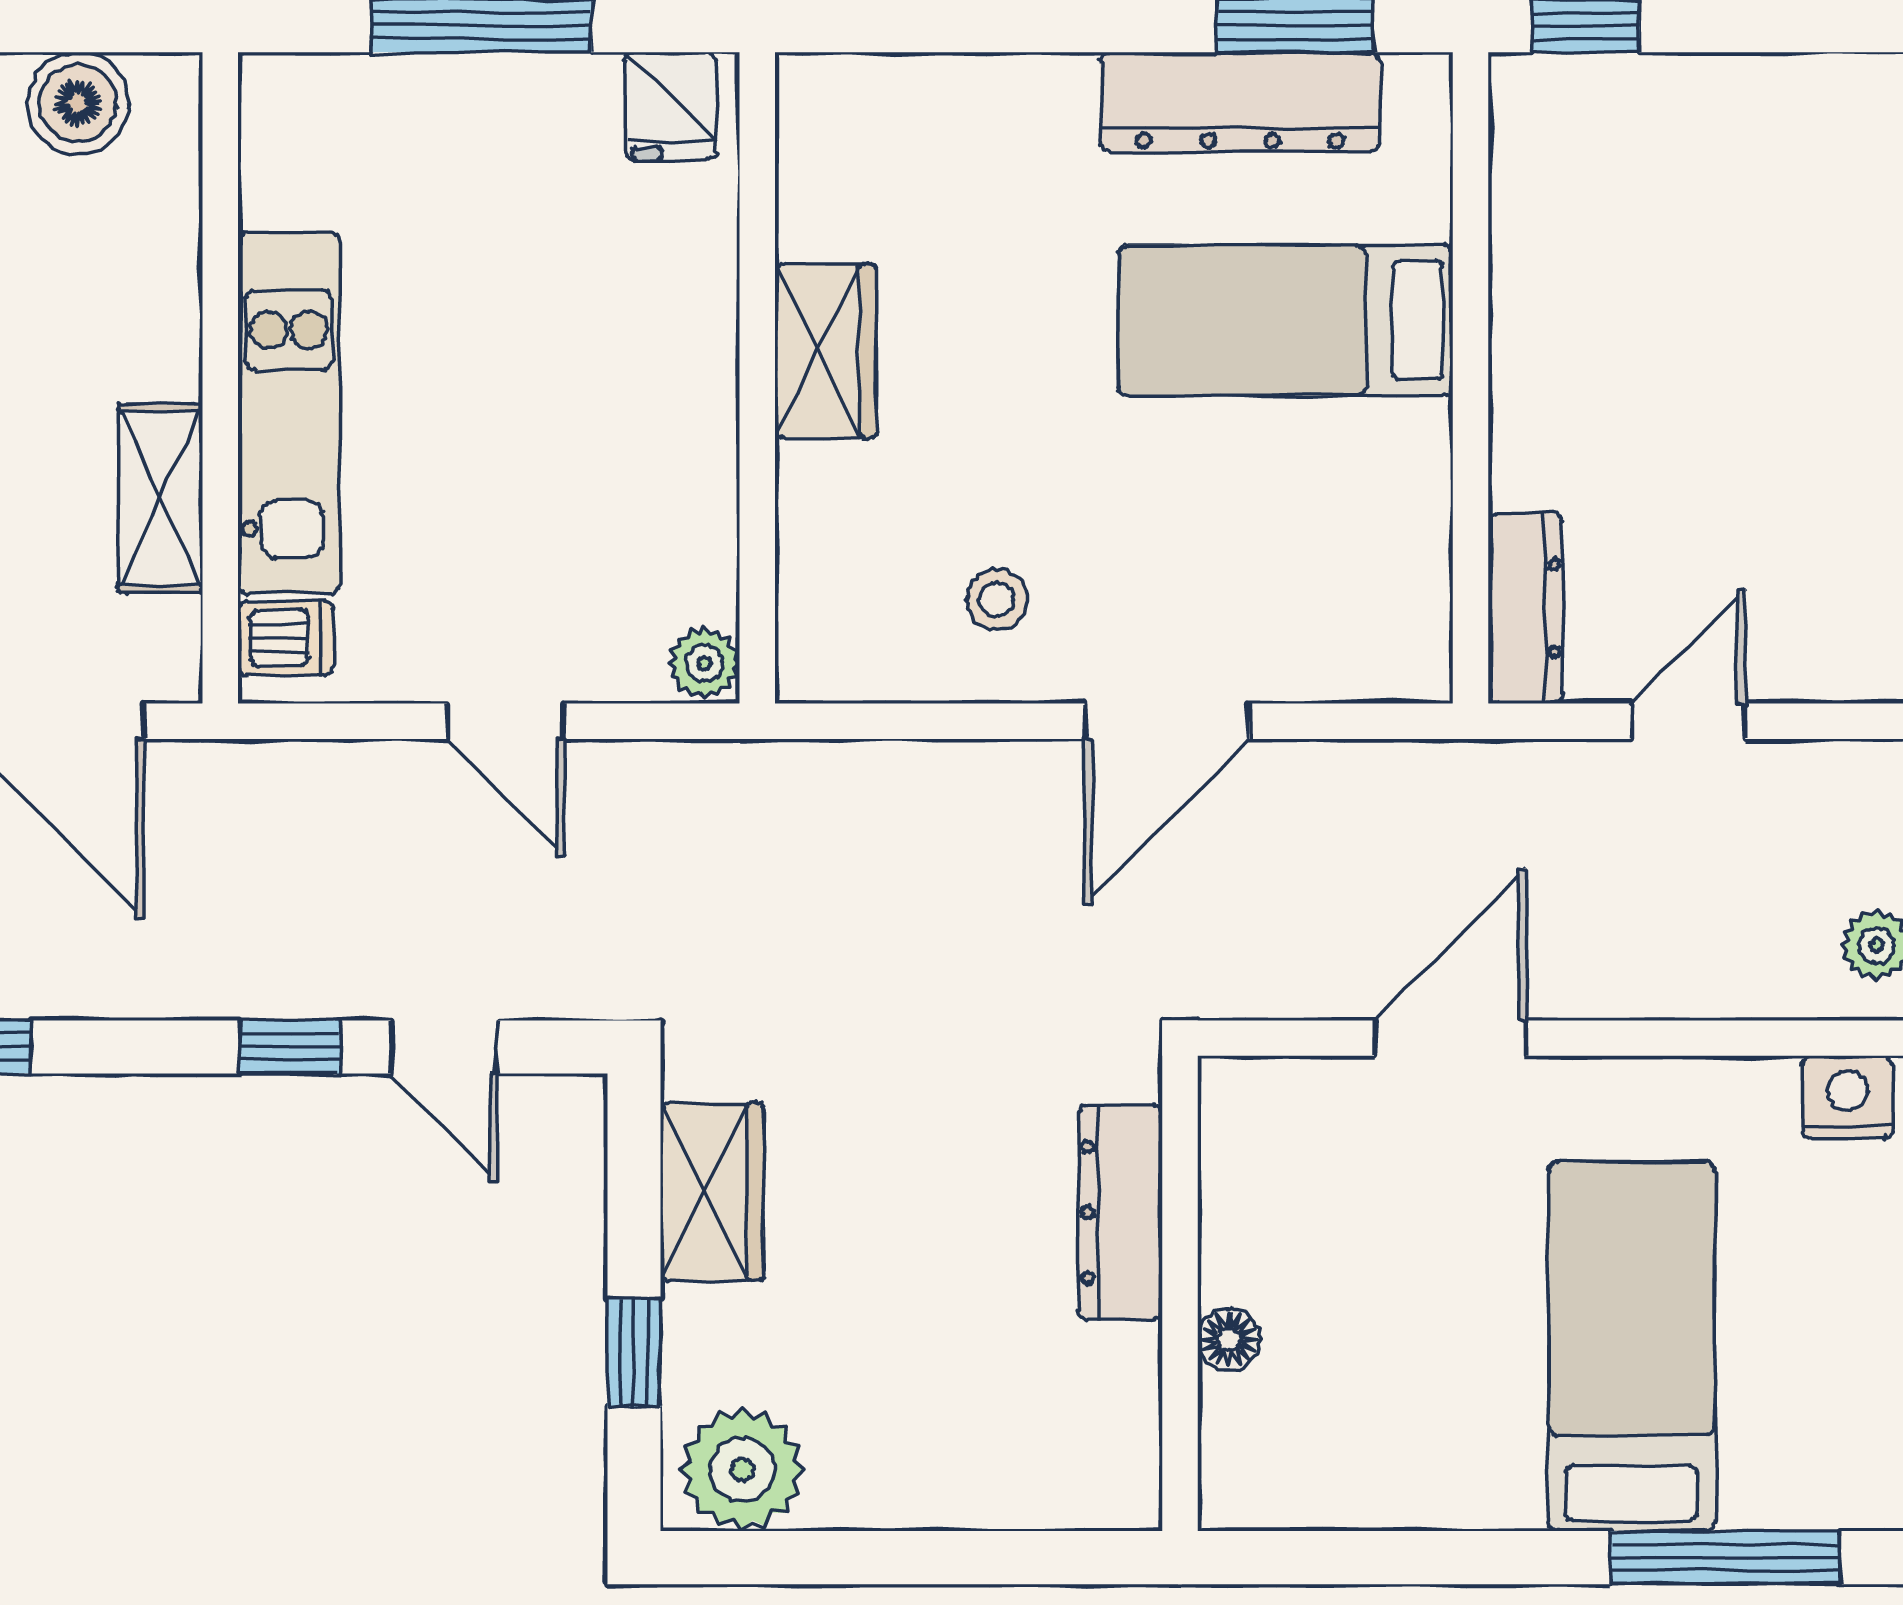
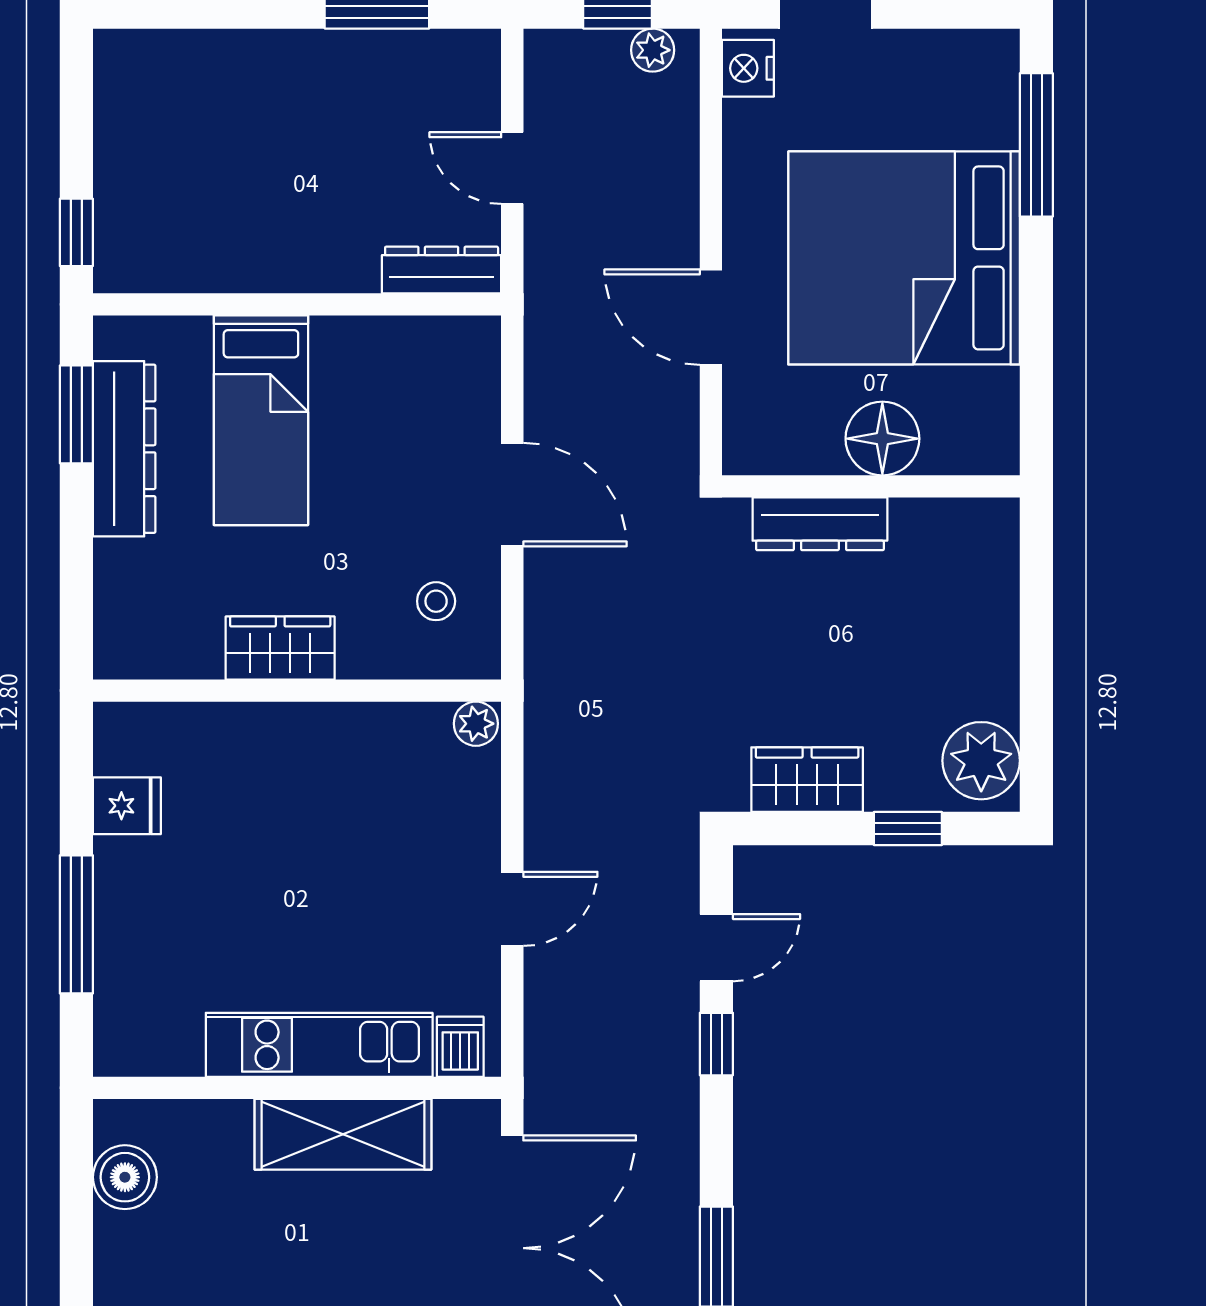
wardrobe: (825, 351) -> (280, 648), moved
wall: (757, 378) -> (297, 691), moved
shelving: (160, 498) -> (343, 1134), width x1.50, depth x1.33
plant: (704, 663) -> (476, 724), moved
floor lamp: (1229, 1340) -> (882, 439), width x1.89, depth x1.89
bed: (1632, 1346) -> (904, 258), width x2.04

